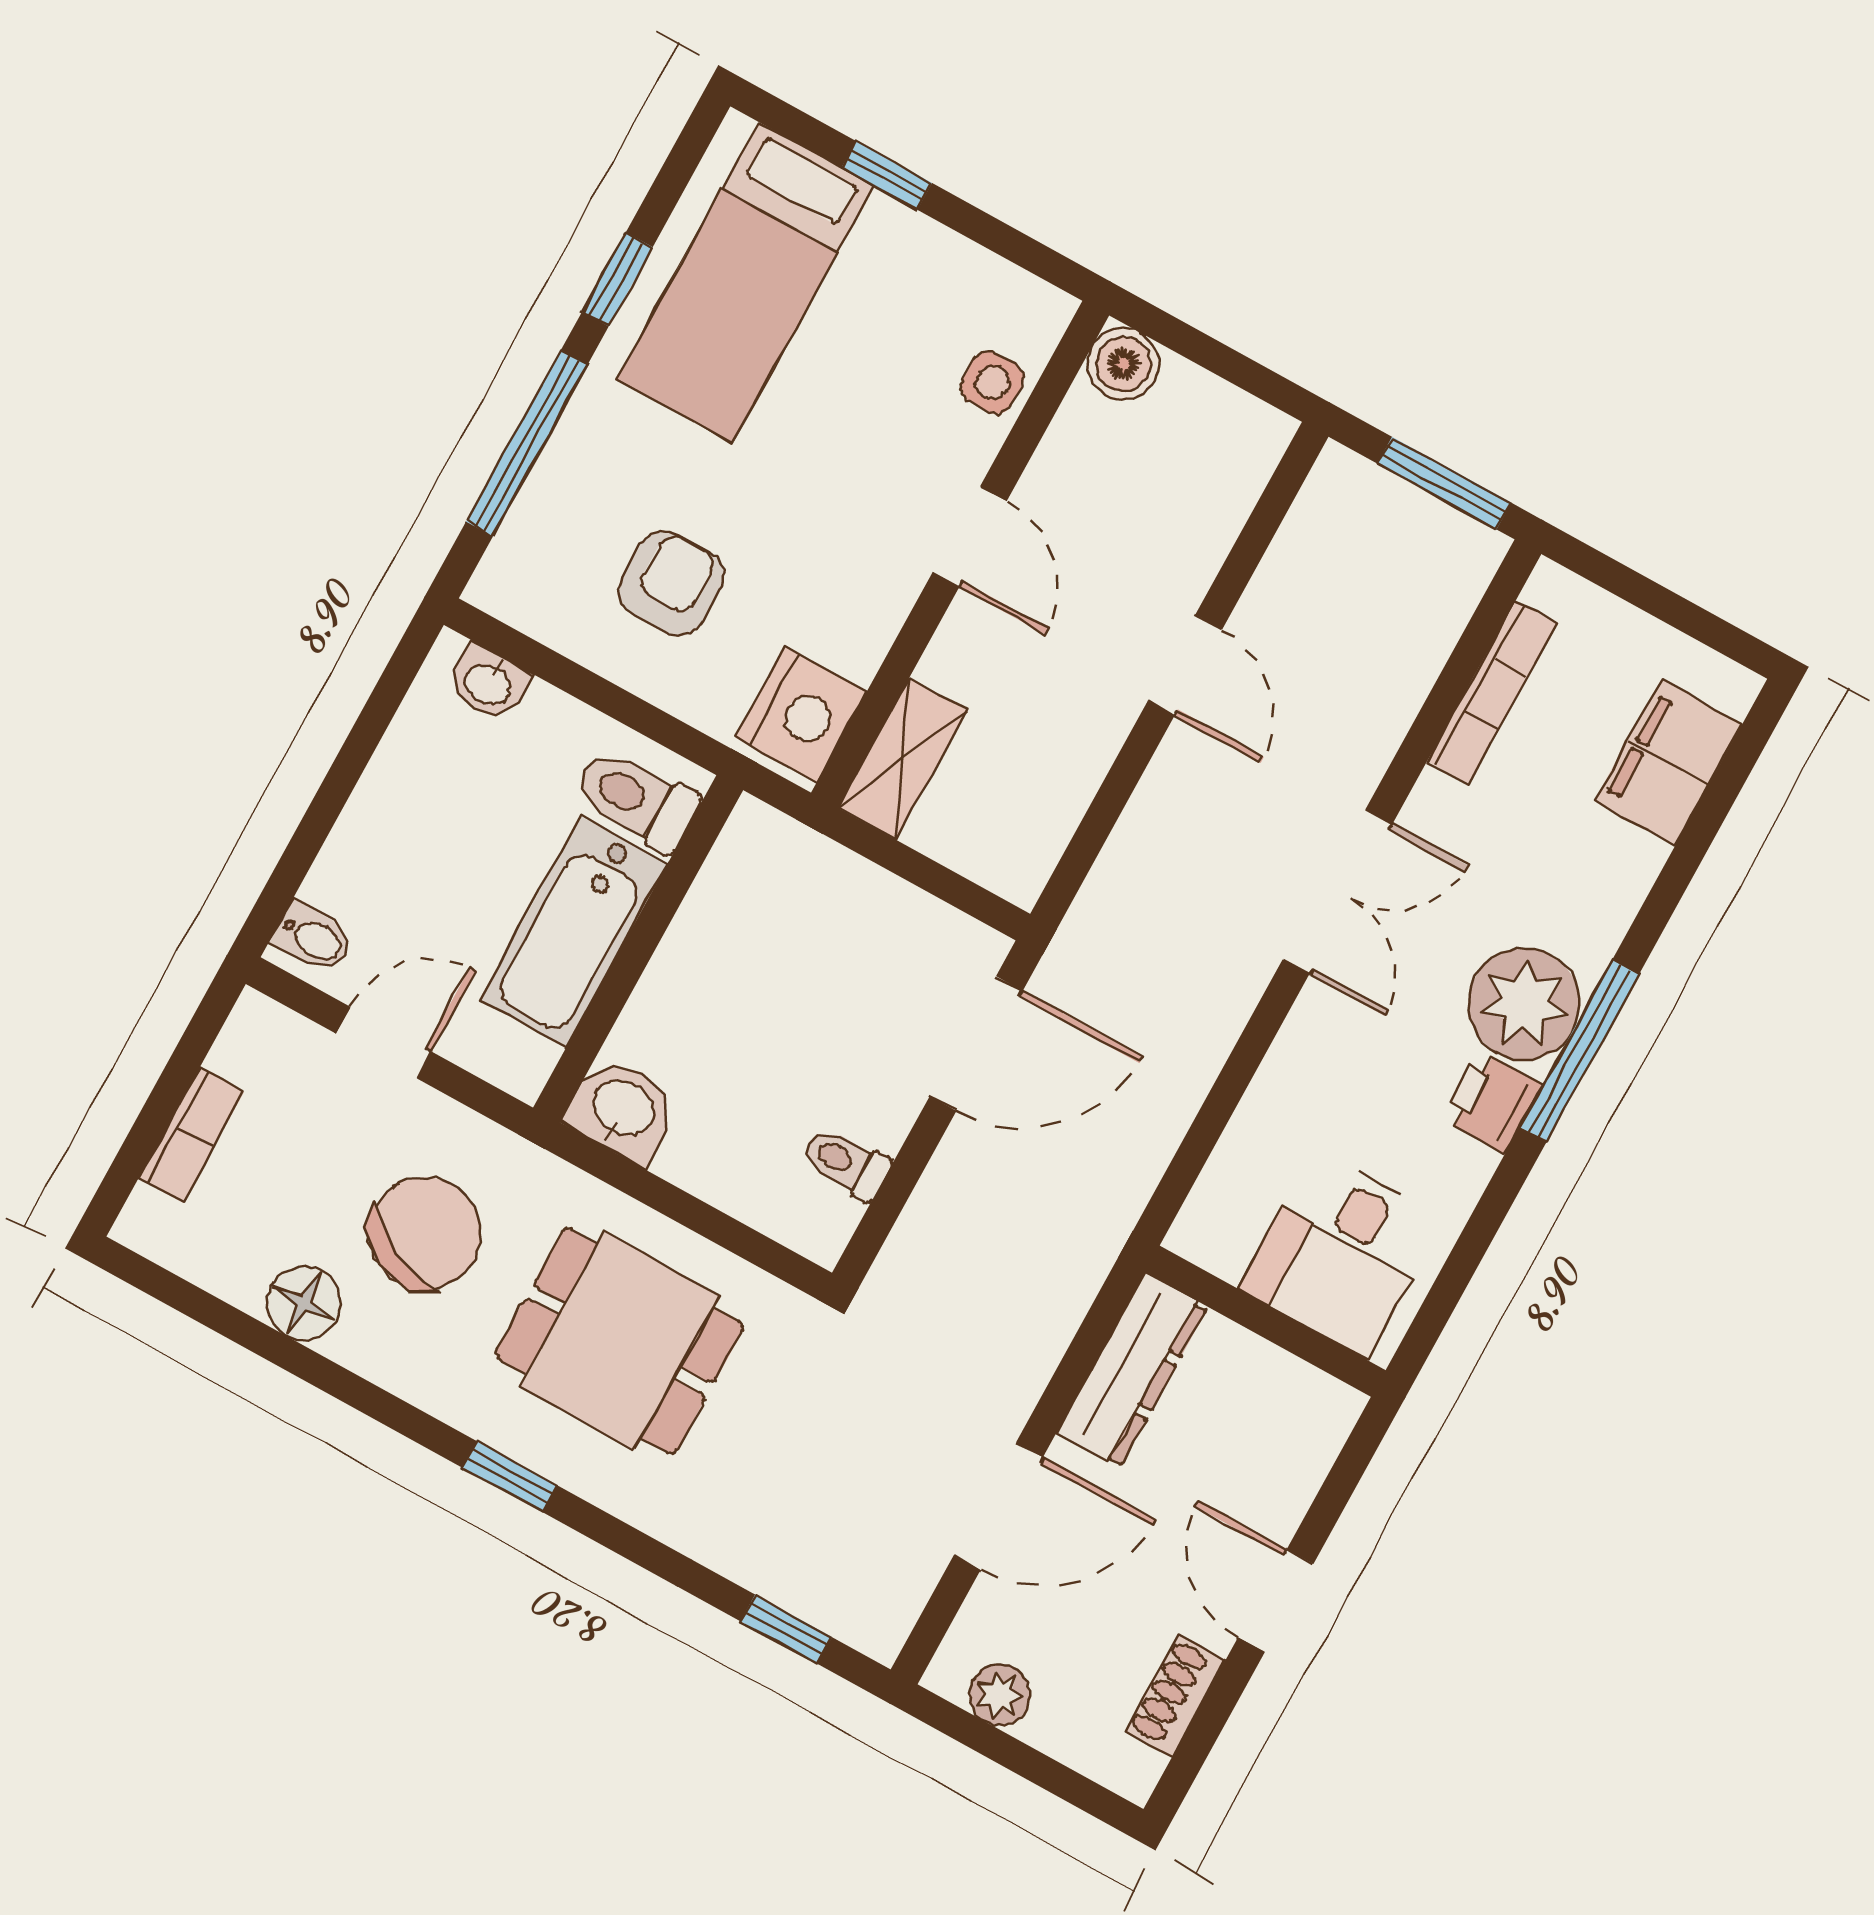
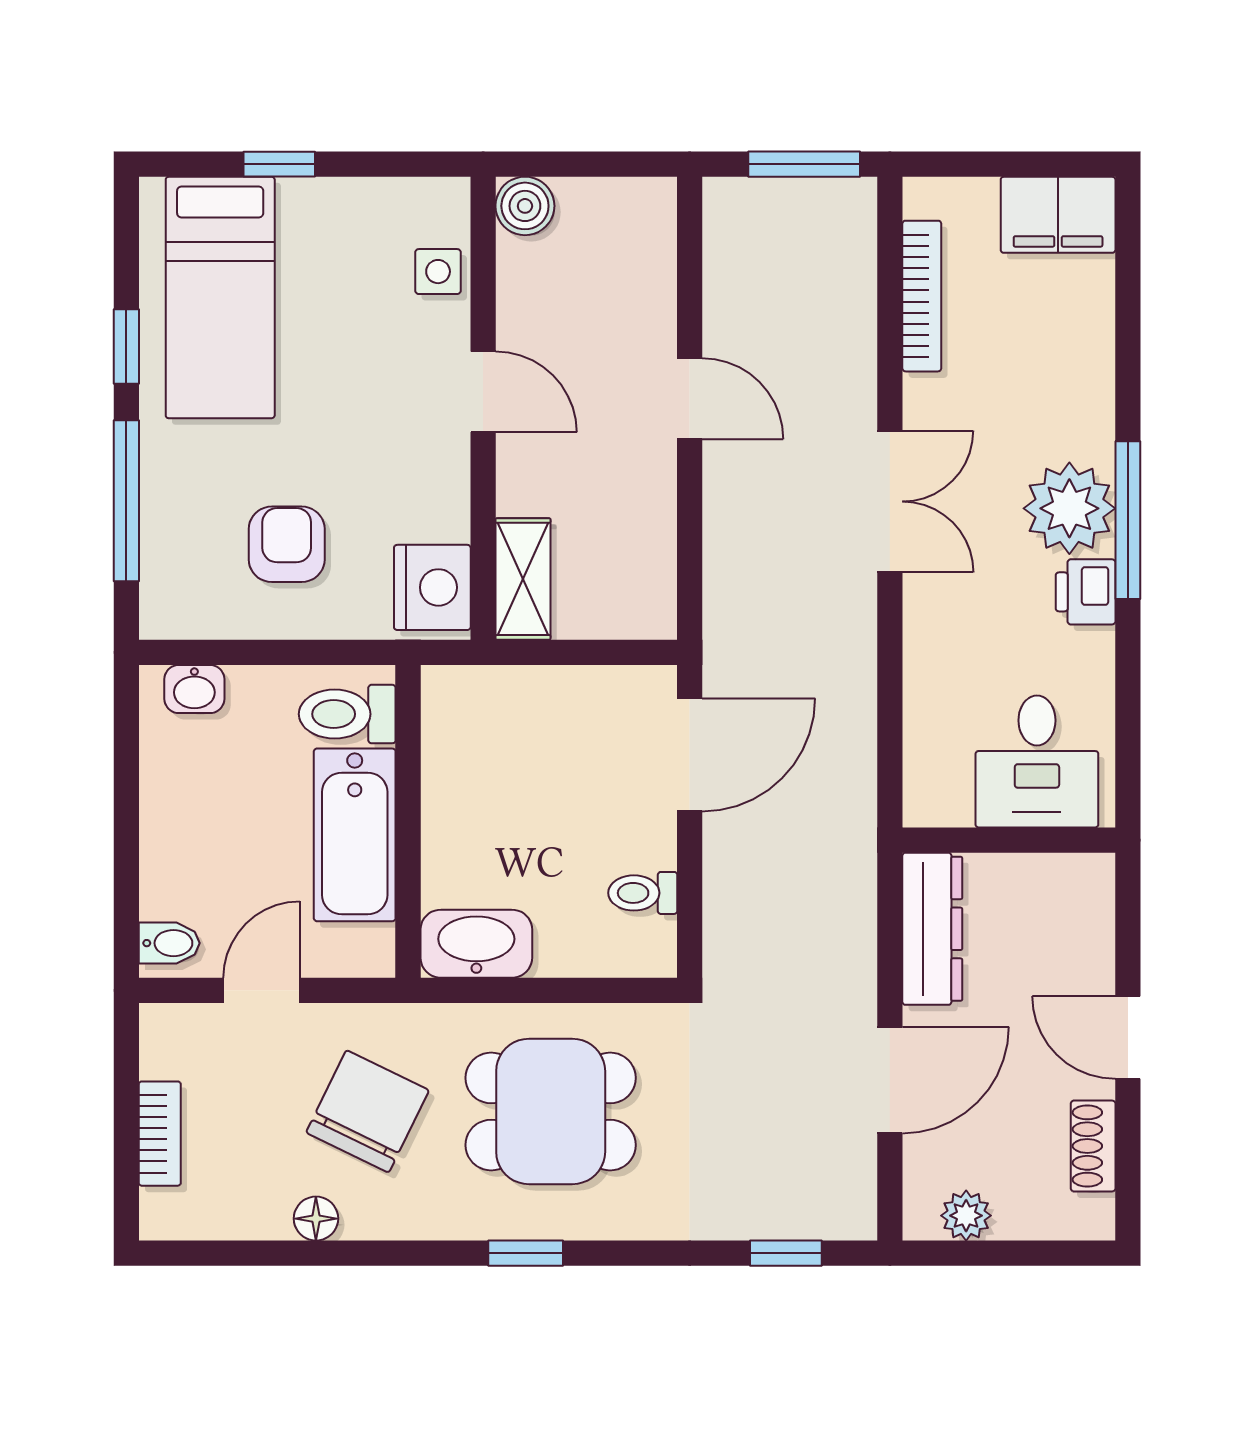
filing cabinet: (1668, 762) -> (1058, 215), moved, turned -90
washbasin: (622, 1110) -> (476, 944), width x1.38
floor lamp: (303, 1303) -> (316, 1219), width x0.73, depth x0.73

